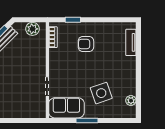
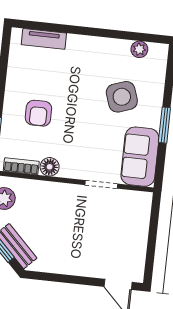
floor lamp: (54, 54) -> (50, 167), added

